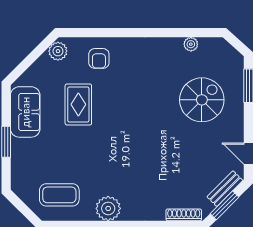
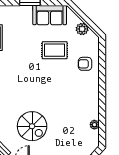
plant: (58, 51) -> (82, 29), moved
spiral stairs: (202, 100) -> (32, 126), moved

